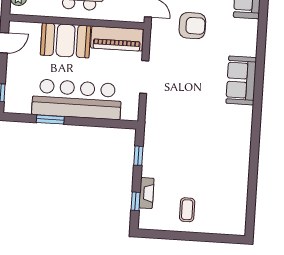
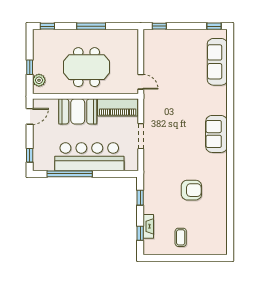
armchair: (192, 26) -> (191, 190), moved
window: (50, 120) -> (70, 174), width x2.11

